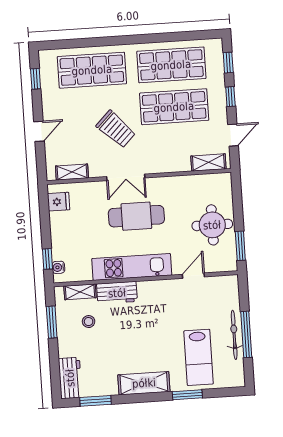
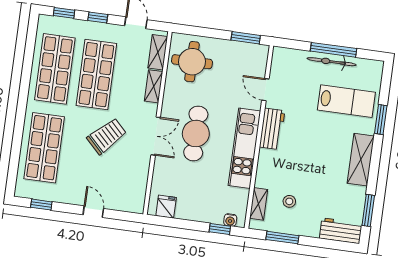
shelving: (72, 172) -> (154, 86), moved
round table: (212, 225) -> (192, 62), moved
workbench: (117, 293) -> (272, 129), moved

